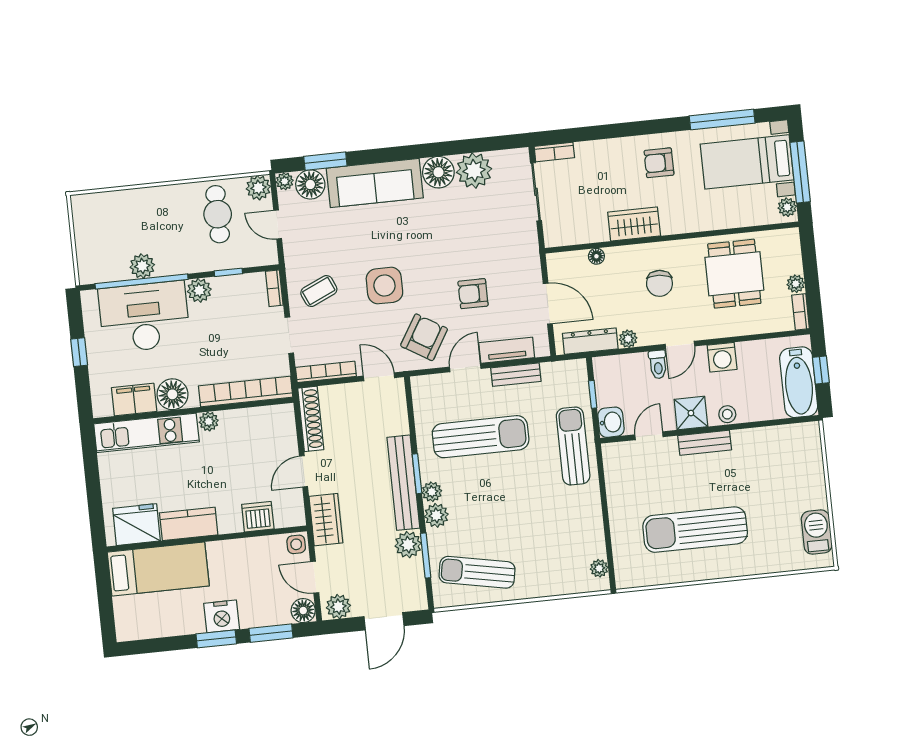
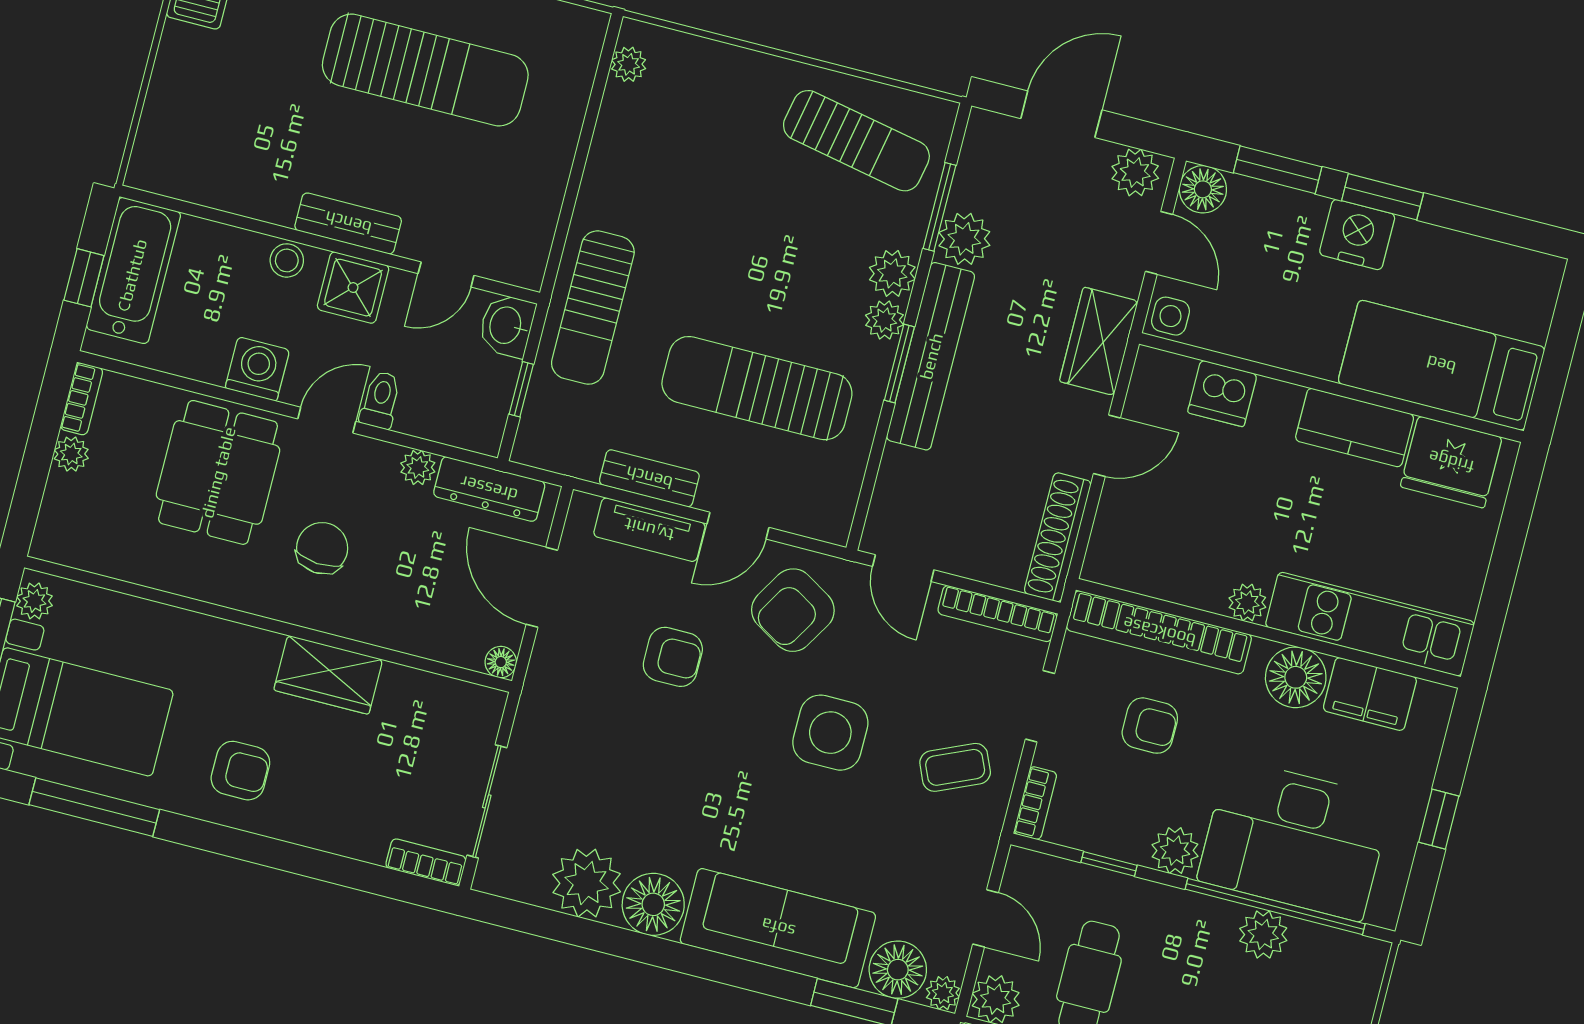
floor lamp: (596, 256) -> (501, 662), moved
dining table: (734, 274) -> (218, 472), moved
armchair: (233, 345) -> (1150, 726), added

